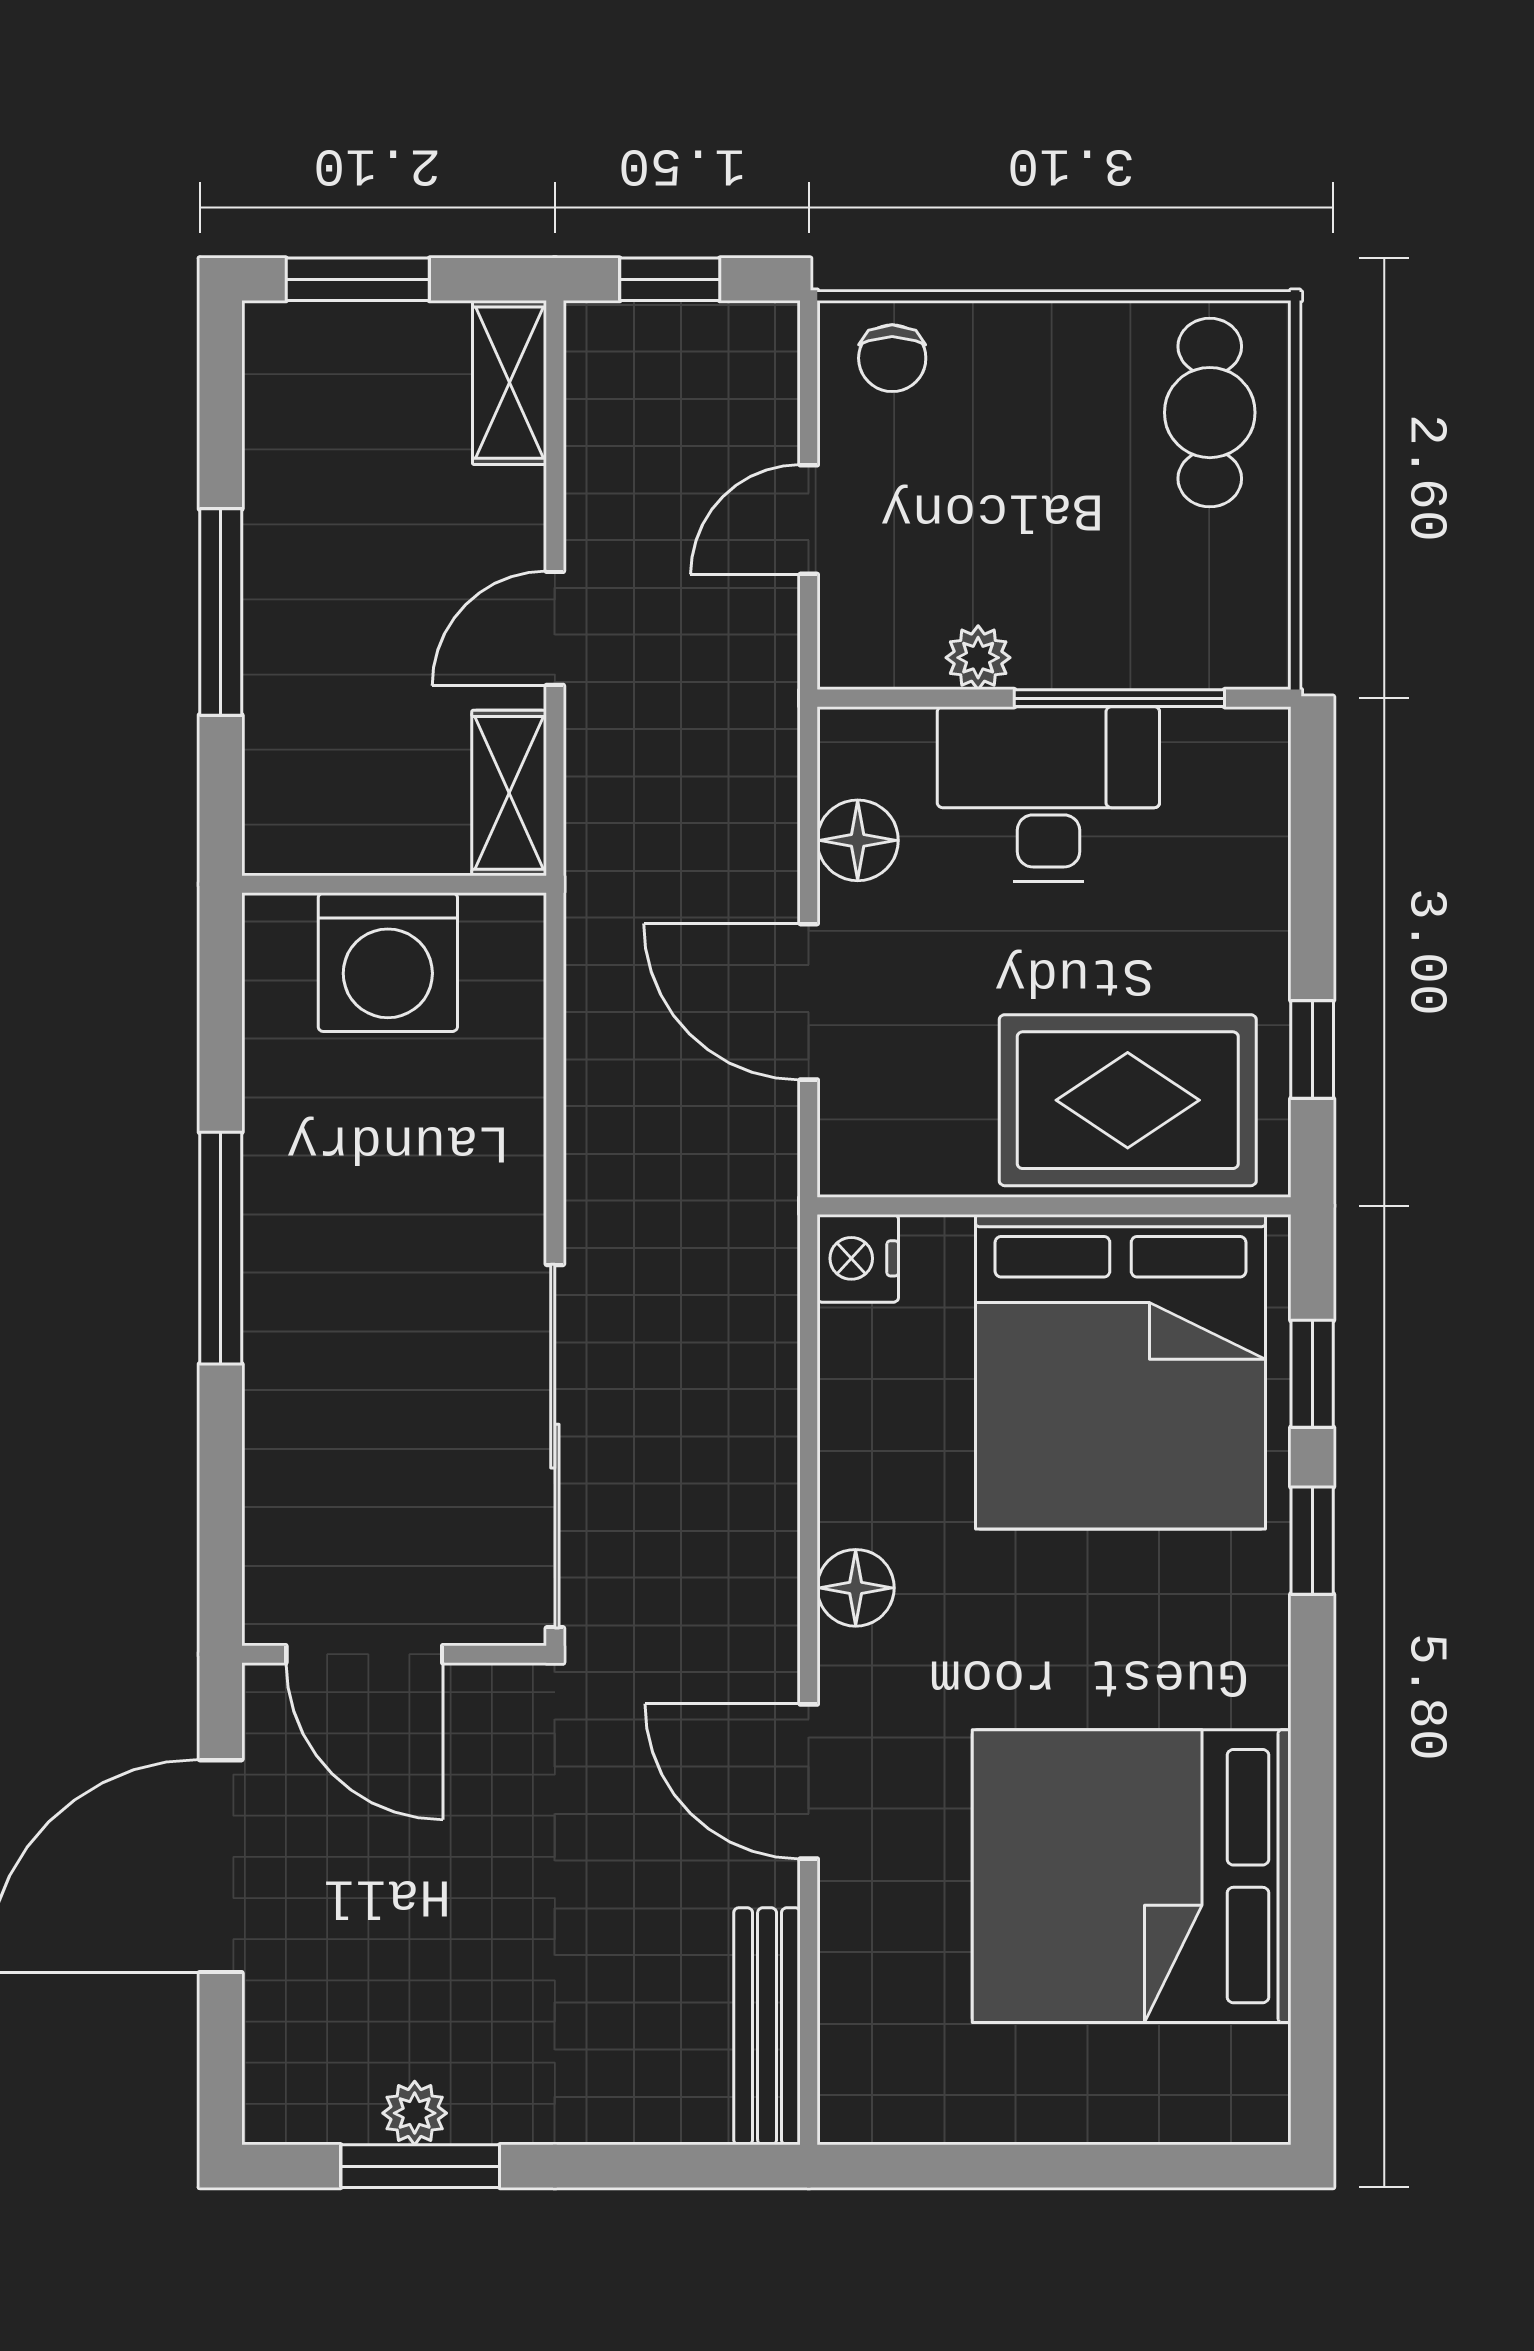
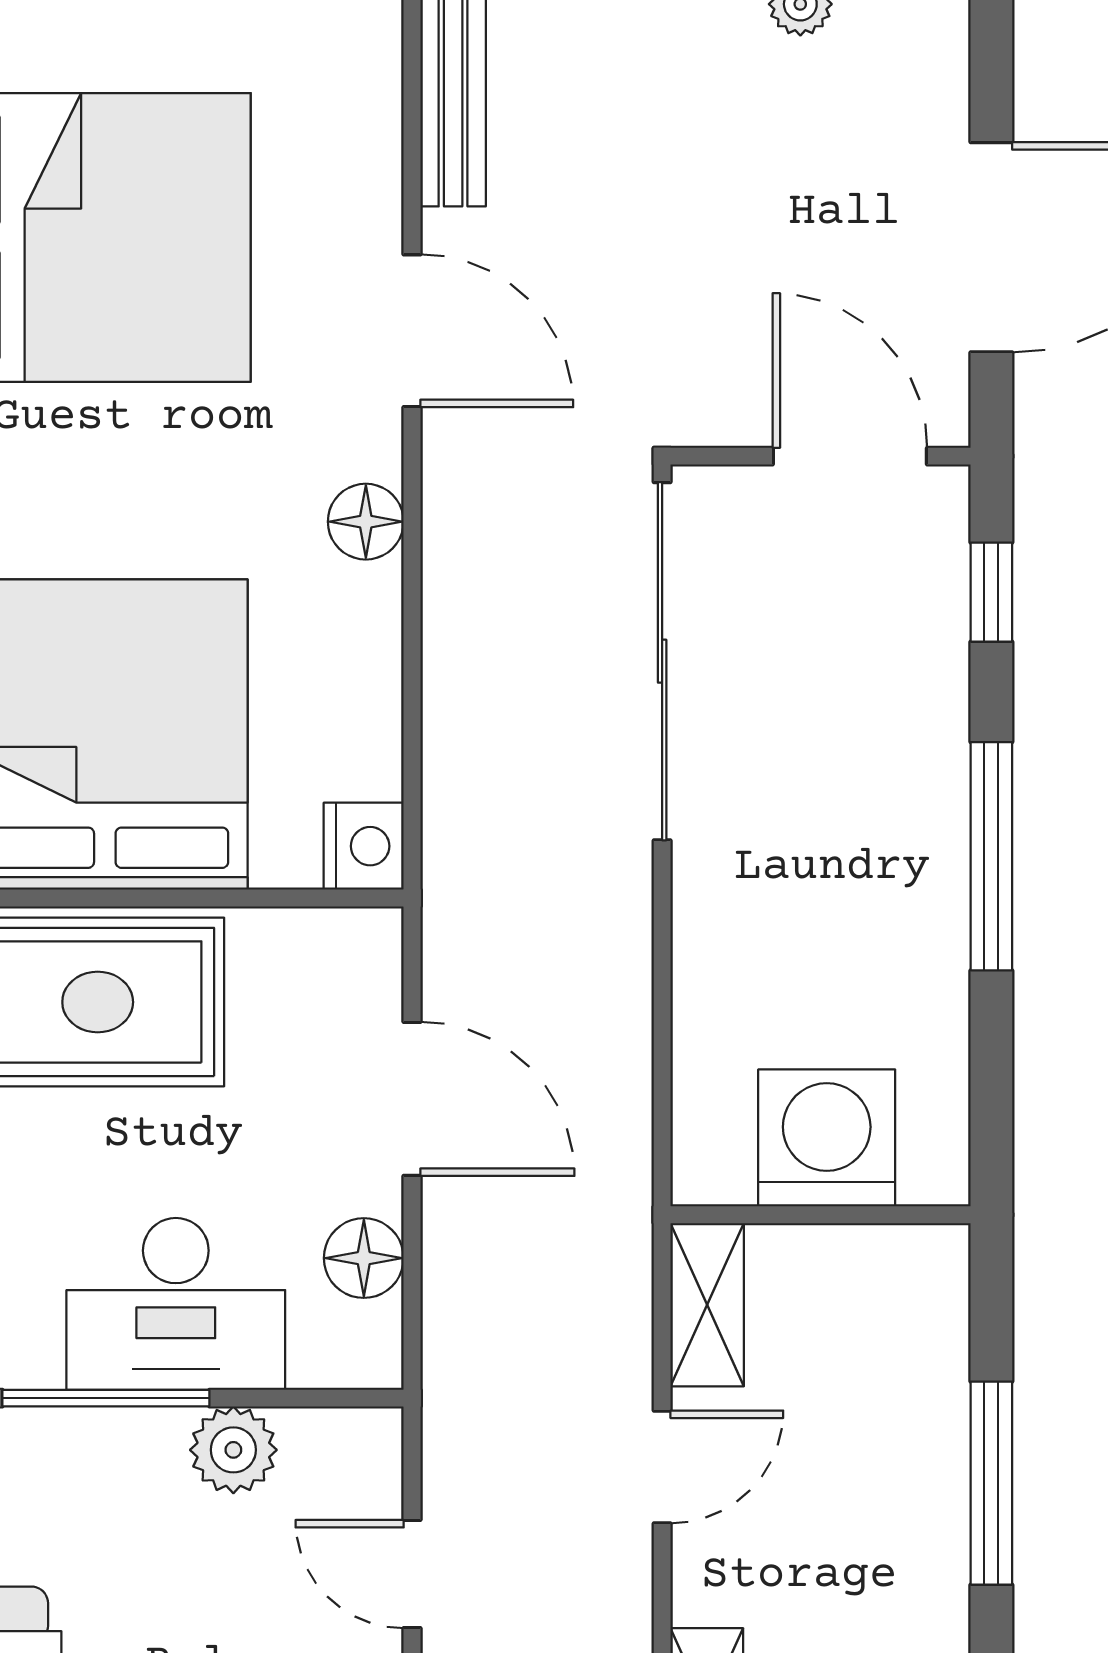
door: (809, 520) -> (412, 1574), swing flipped
plant: (978, 658) -> (233, 1450), width x1.38, depth x1.38
window: (221, 1516) -> (991, 592), added

